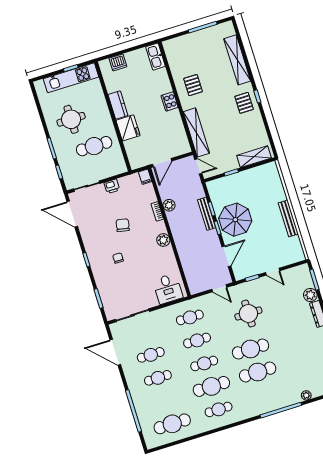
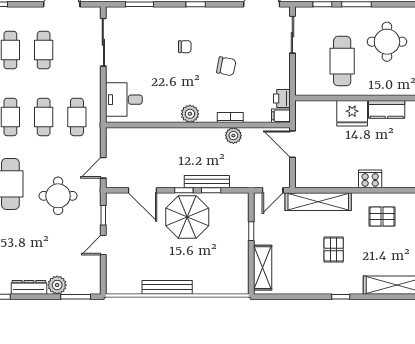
pallet: (244, 103) -> (334, 250), moved, turned 90
printer: (112, 186) -> (282, 98), moved

